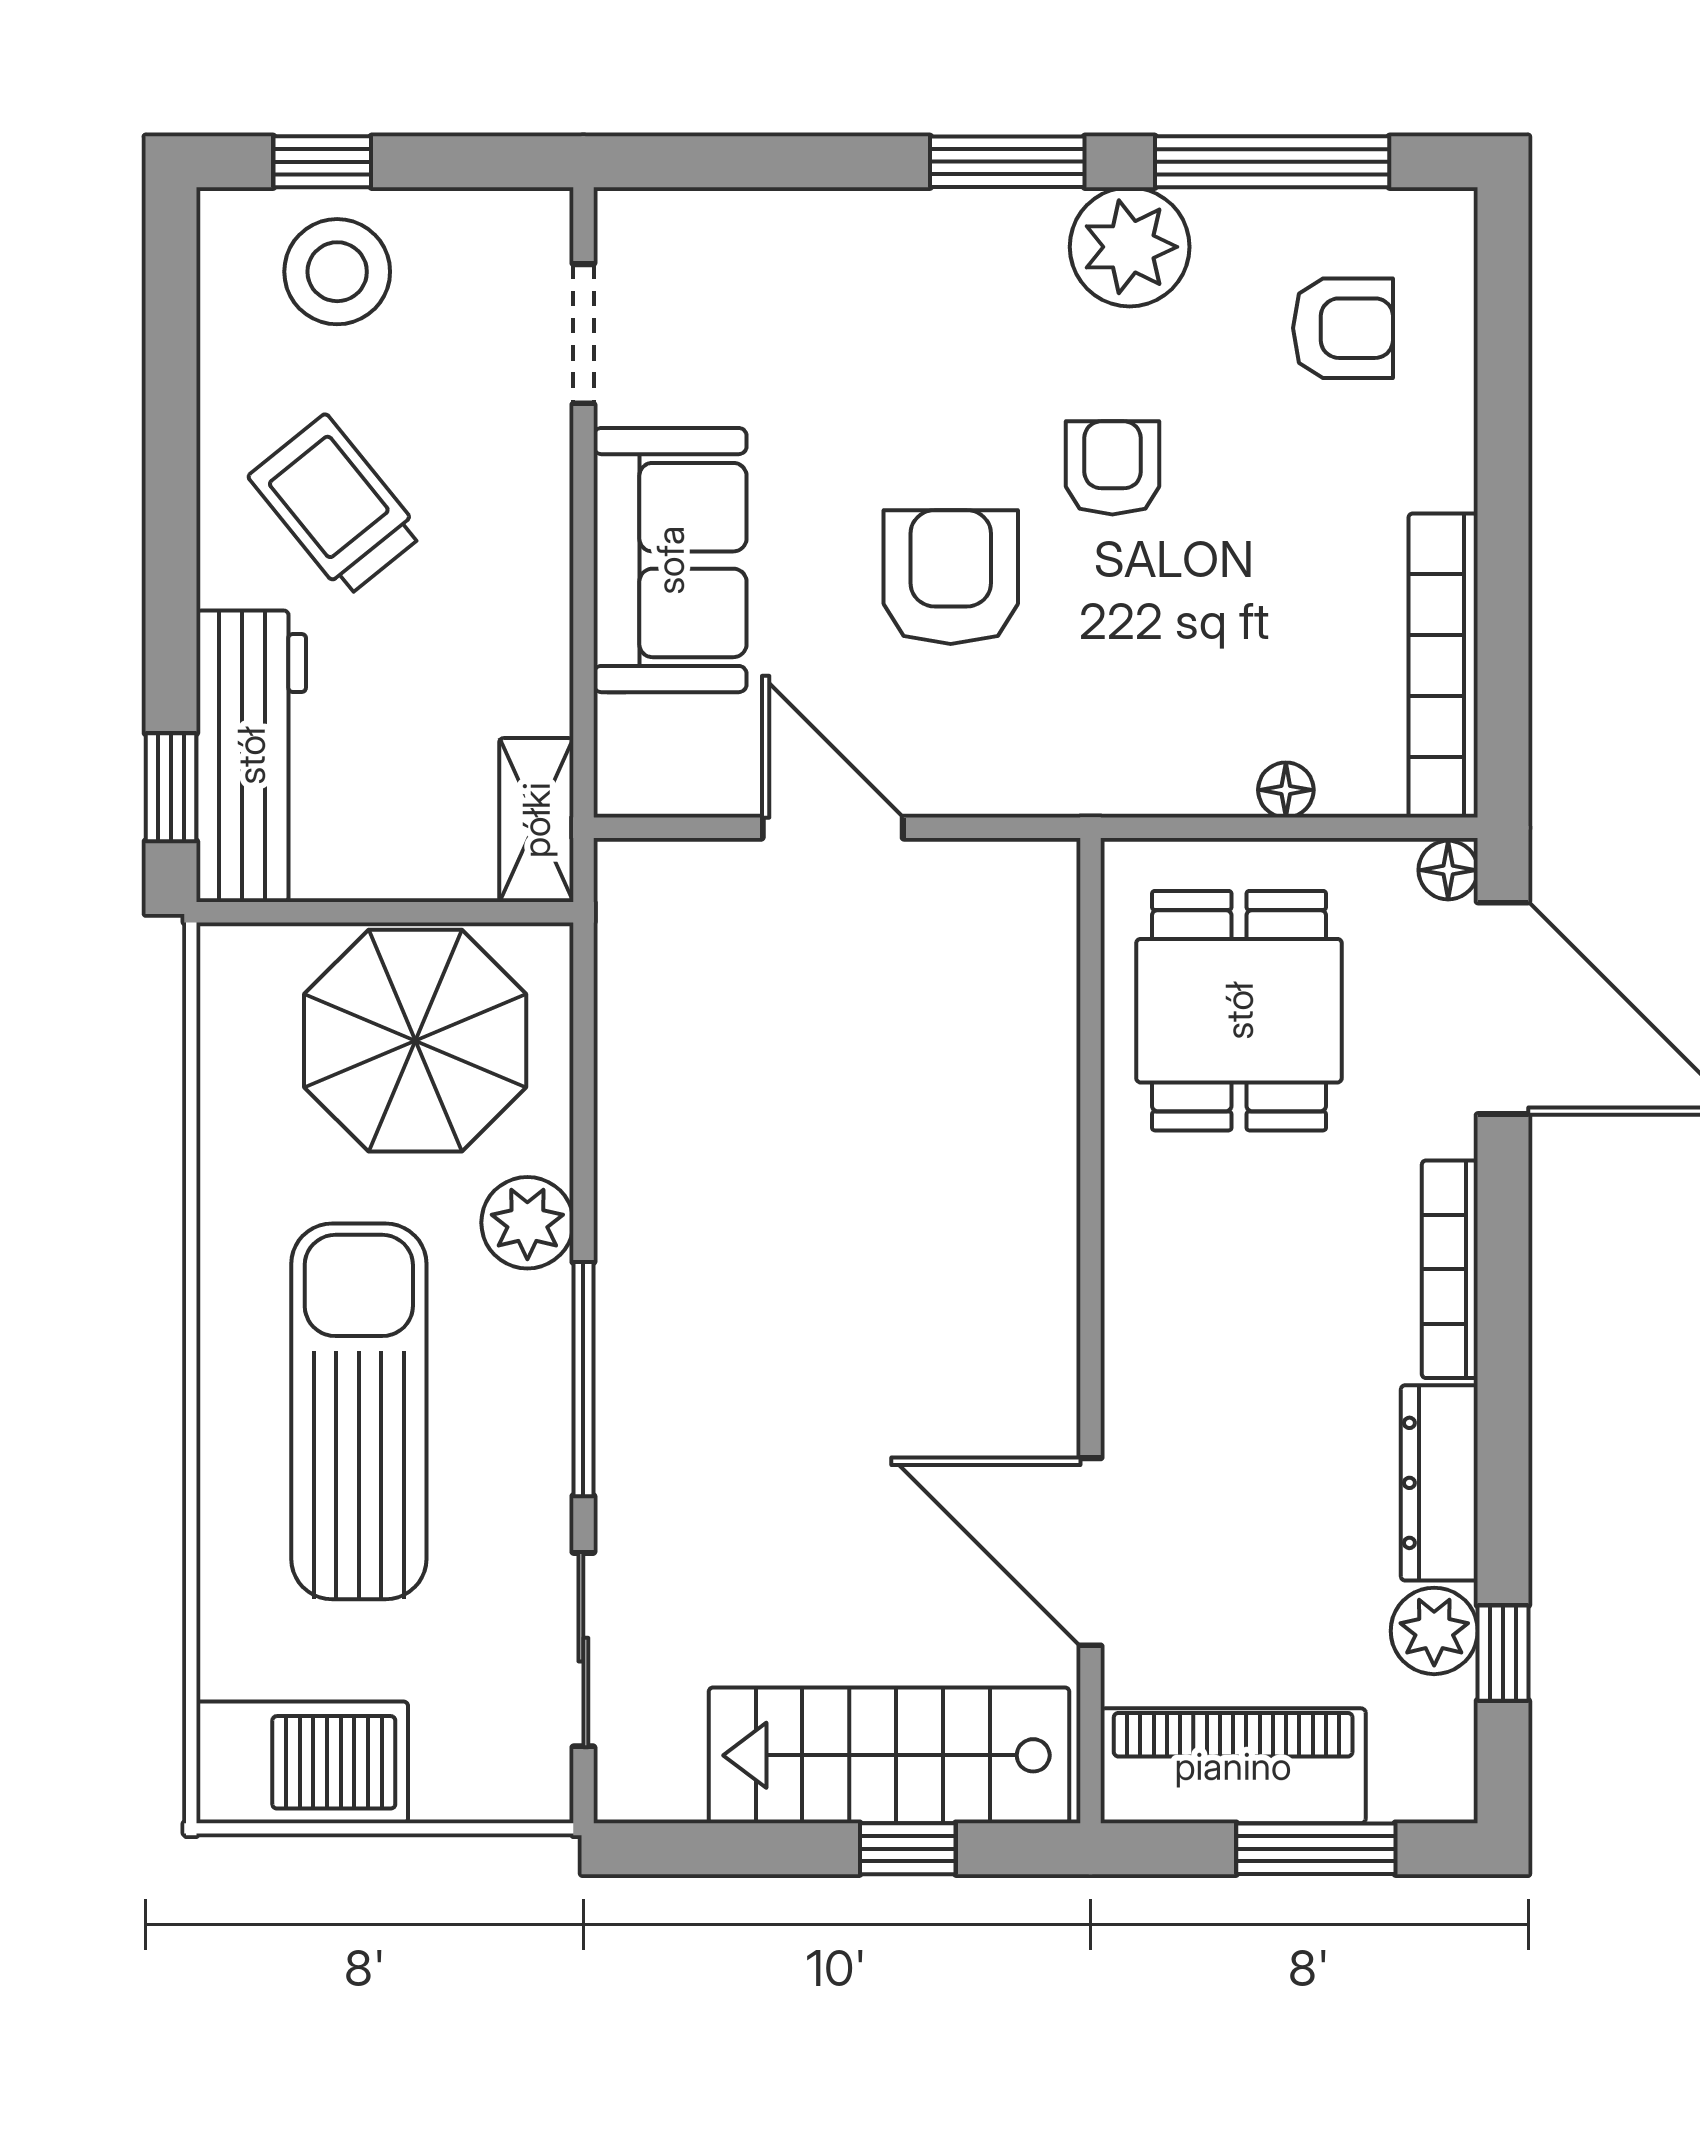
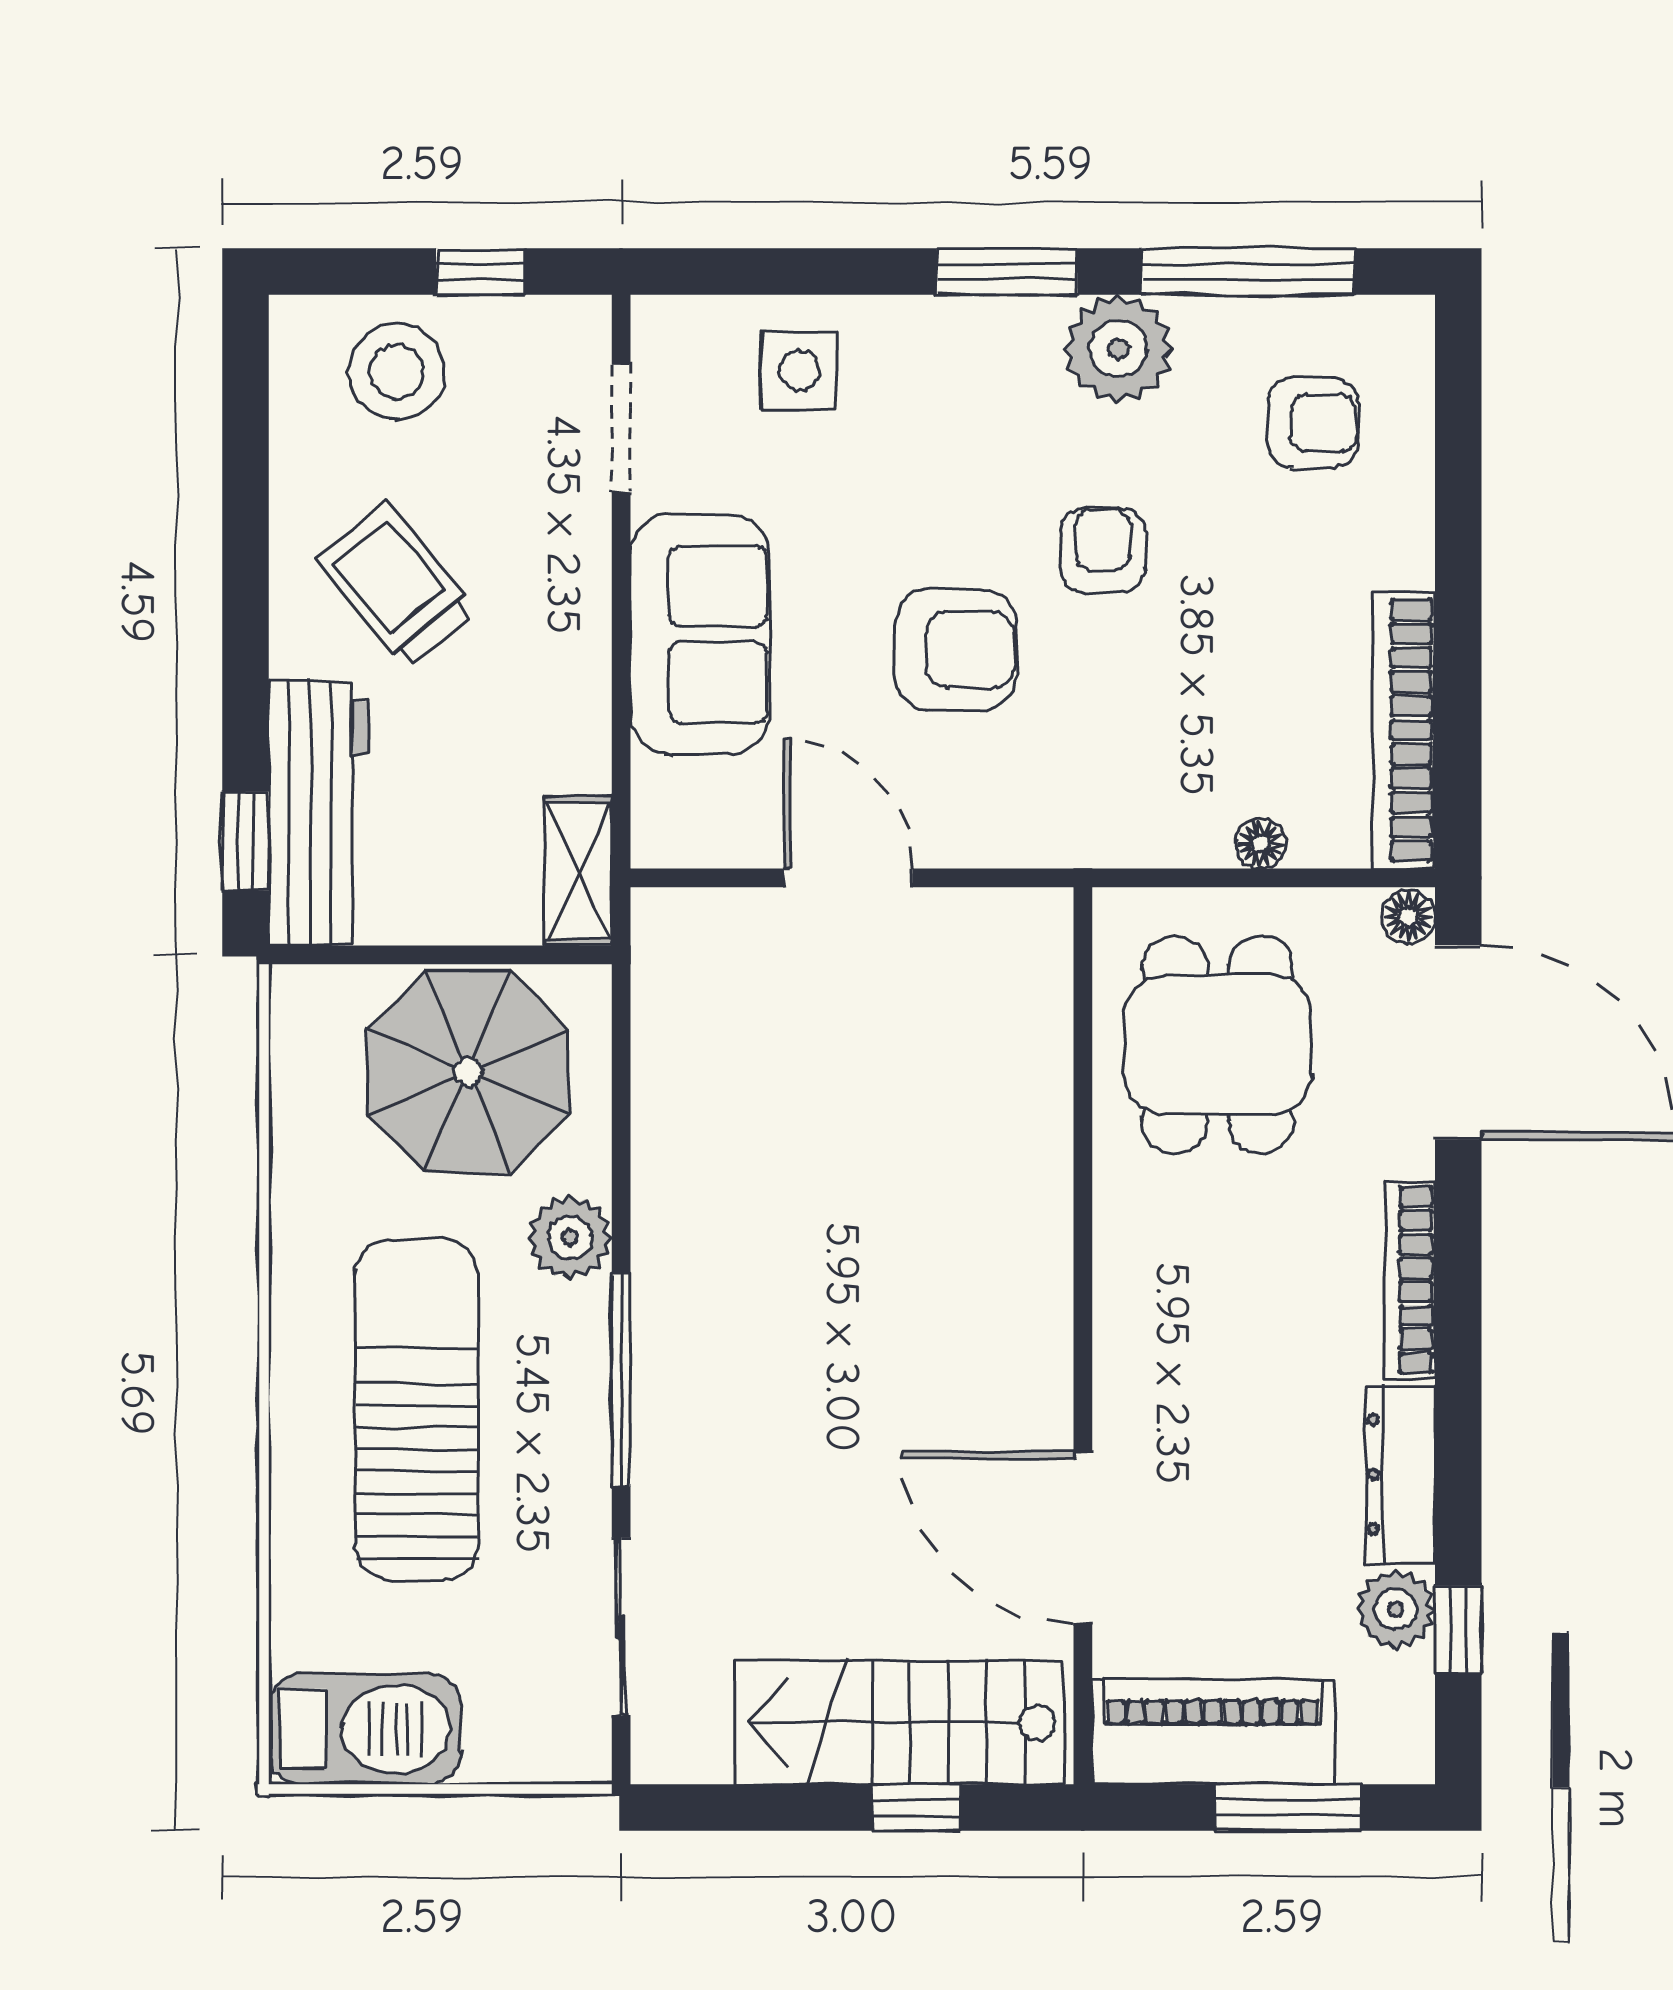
window: (322, 162) -> (481, 272), moved
side table: (779, 271) -> (799, 371), added
armchair: (951, 577) -> (956, 650), turned 90

